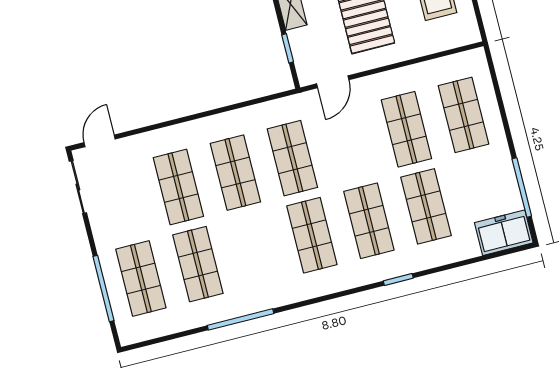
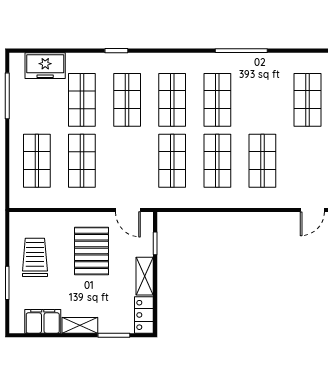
door: (333, 82) -> (128, 210), swing flipped
freezer: (504, 233) -> (45, 66), moved
shop shelf: (198, 264) -> (217, 100), moved

